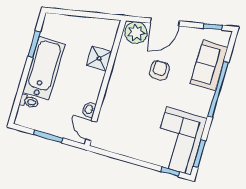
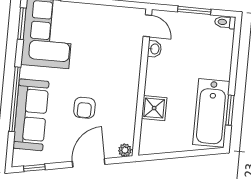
plant: (136, 33) -> (125, 150), width x0.53, depth x0.53
sofa: (209, 65) -> (31, 115), width x1.36
bathtub: (44, 68) -> (211, 113), moved
toilet: (29, 102) -> (225, 22), moved

